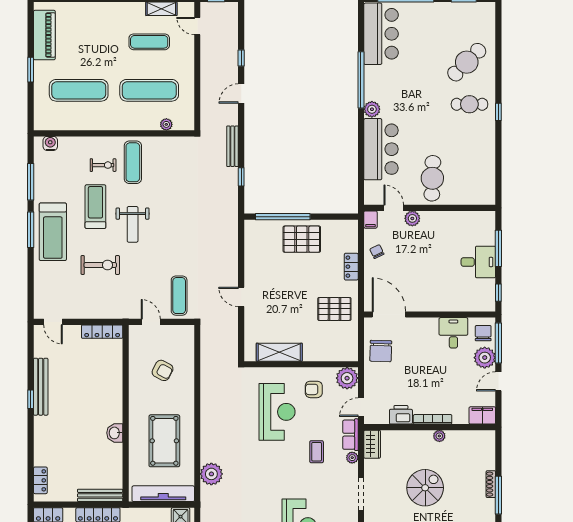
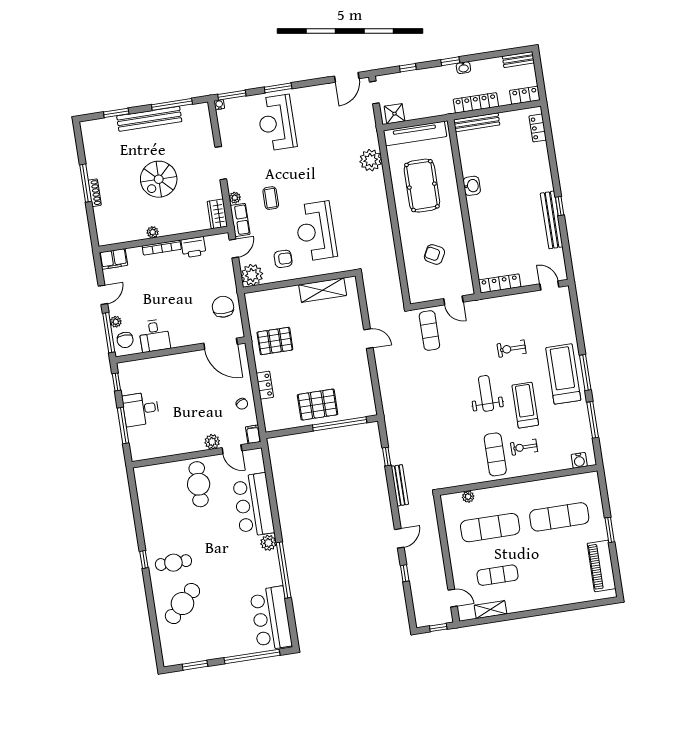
treadmill: (95, 207) -> (525, 405), turned 180
exercise bike: (100, 265) -> (512, 349), width x0.73, depth x0.72
plant: (485, 358) -> (116, 322), width x0.53, depth x0.53

